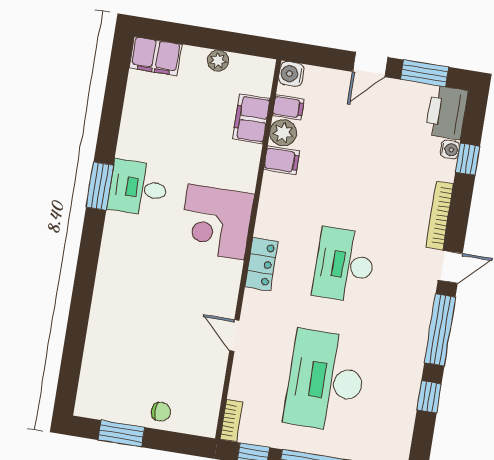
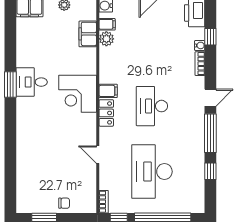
water cooler: (450, 149) -> (200, 45), moved
filing cabinet: (282, 160) -> (108, 91), moved
bookcase: (440, 215) -> (200, 64), width x0.64

